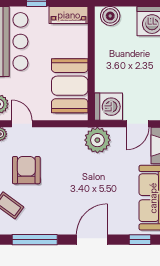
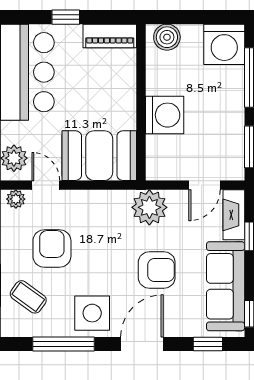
booth: (70, 86) -> (99, 156), moved, turned 90
washing machine: (108, 107) -> (165, 115), moved
armchair: (103, 186) -> (157, 270), added
side table: (56, 217) -> (92, 313), added

